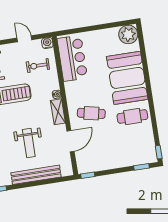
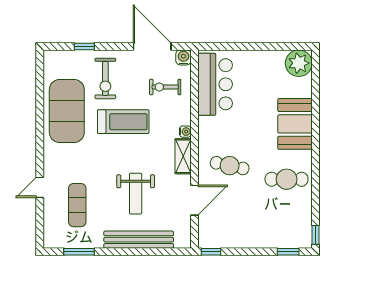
door: (24, 39) -> (152, 46), width x1.88
booth: (127, 78) -> (295, 124), width x0.73, depth x0.70

